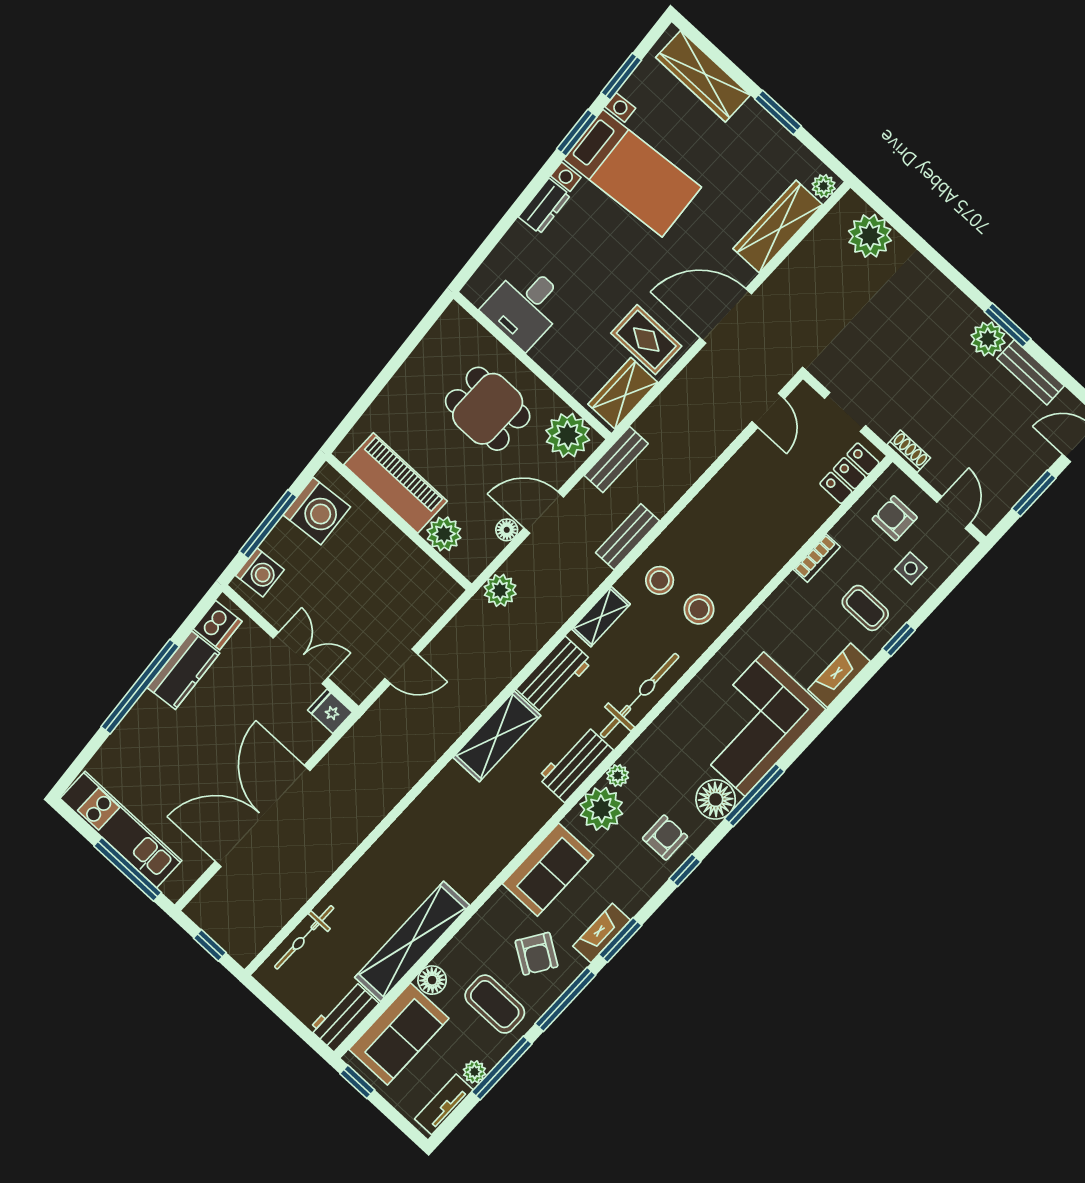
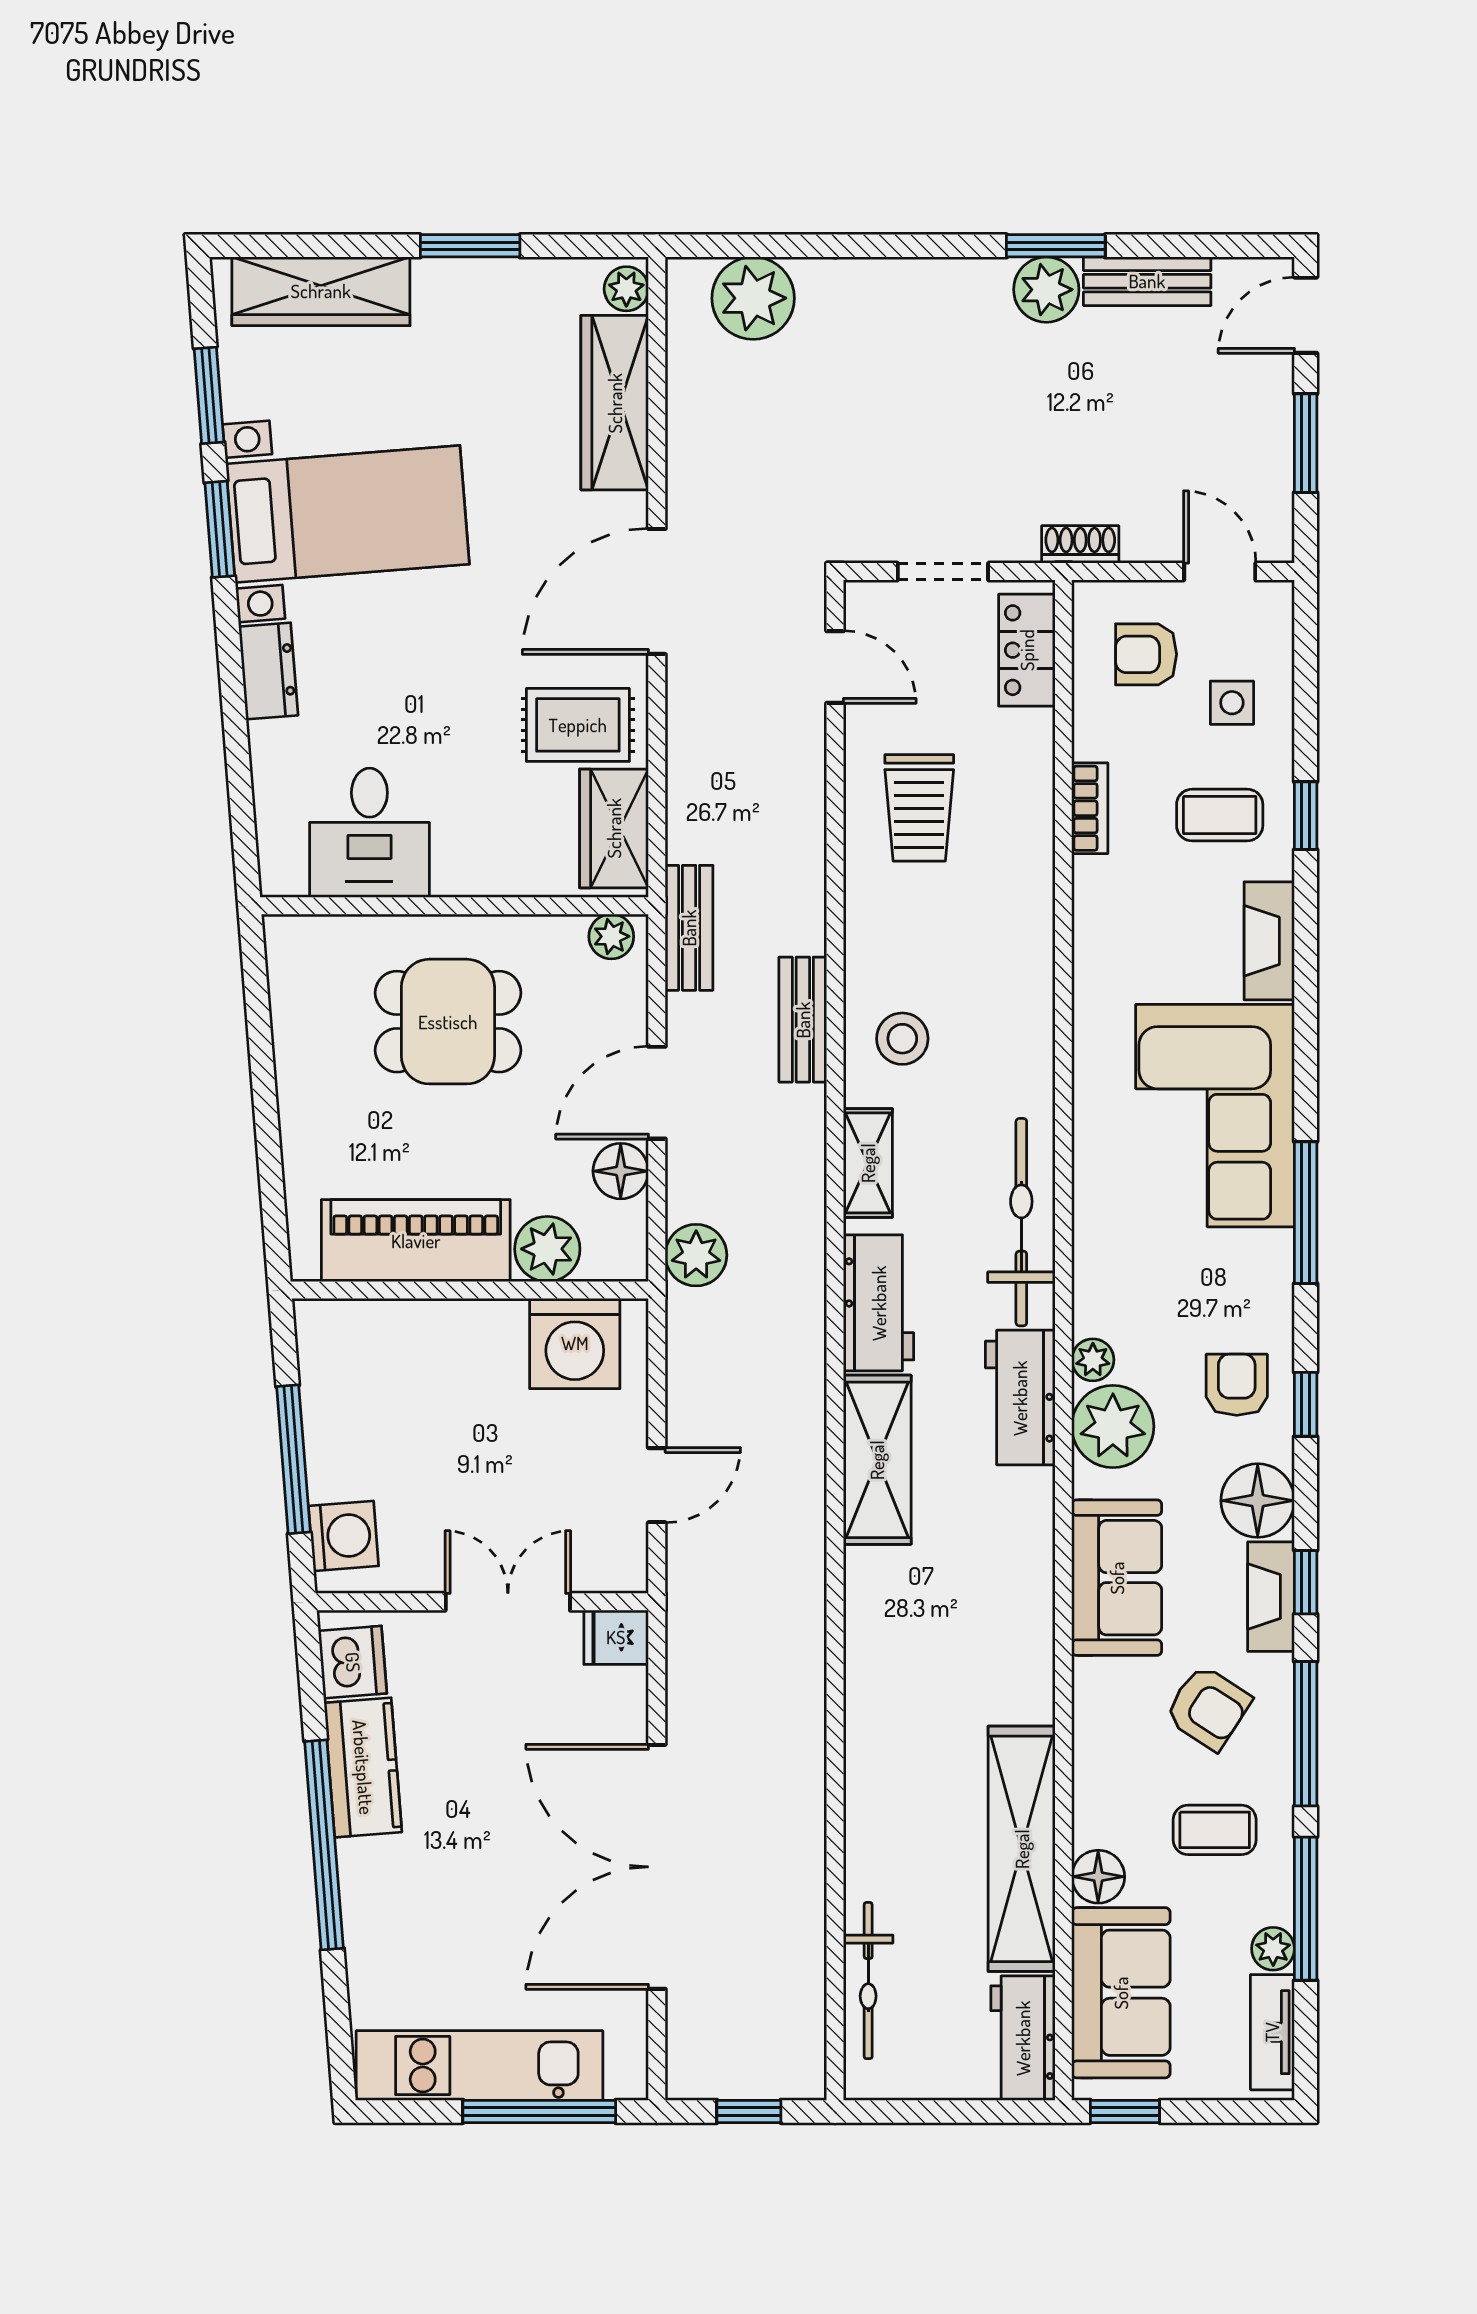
plant: (568, 435) -> (611, 936), width x0.53, depth x0.53
trolley: (750, 496) -> (919, 808), added
washing machine: (317, 511) -> (575, 1343), moved, turned 95
floor lamp: (507, 530) -> (621, 1171), width x1.37, depth x1.37
stool: (699, 609) -> (993, 1028), removed
floor lamp: (716, 799) -> (1258, 1501), moved
window: (620, 940) -> (1306, 1582), width x0.67
coffee table: (495, 1004) -> (1215, 1830), width x0.73, depth x0.77

